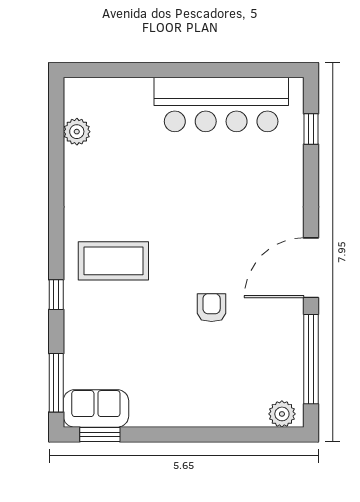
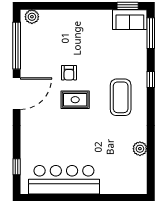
plant: (77, 132) -> (140, 149), moved
rug: (200, 256) -> (75, 100), added
coffee table: (113, 261) -> (121, 97), turned 90

